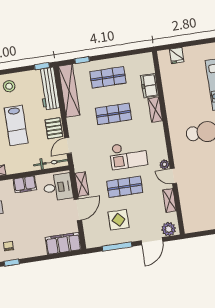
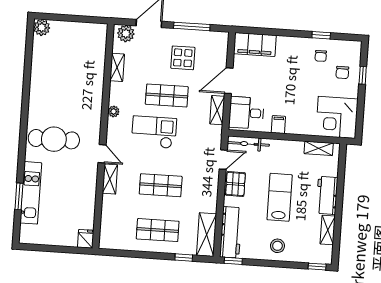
fridge: (177, 56) -> (86, 239), moved
freezer: (150, 86) -> (110, 209), removed
shelving: (69, 91) -> (207, 235), width x0.68
door: (173, 176) -> (102, 154), moved
filing cabinet: (25, 184) -> (278, 125), width x0.50

